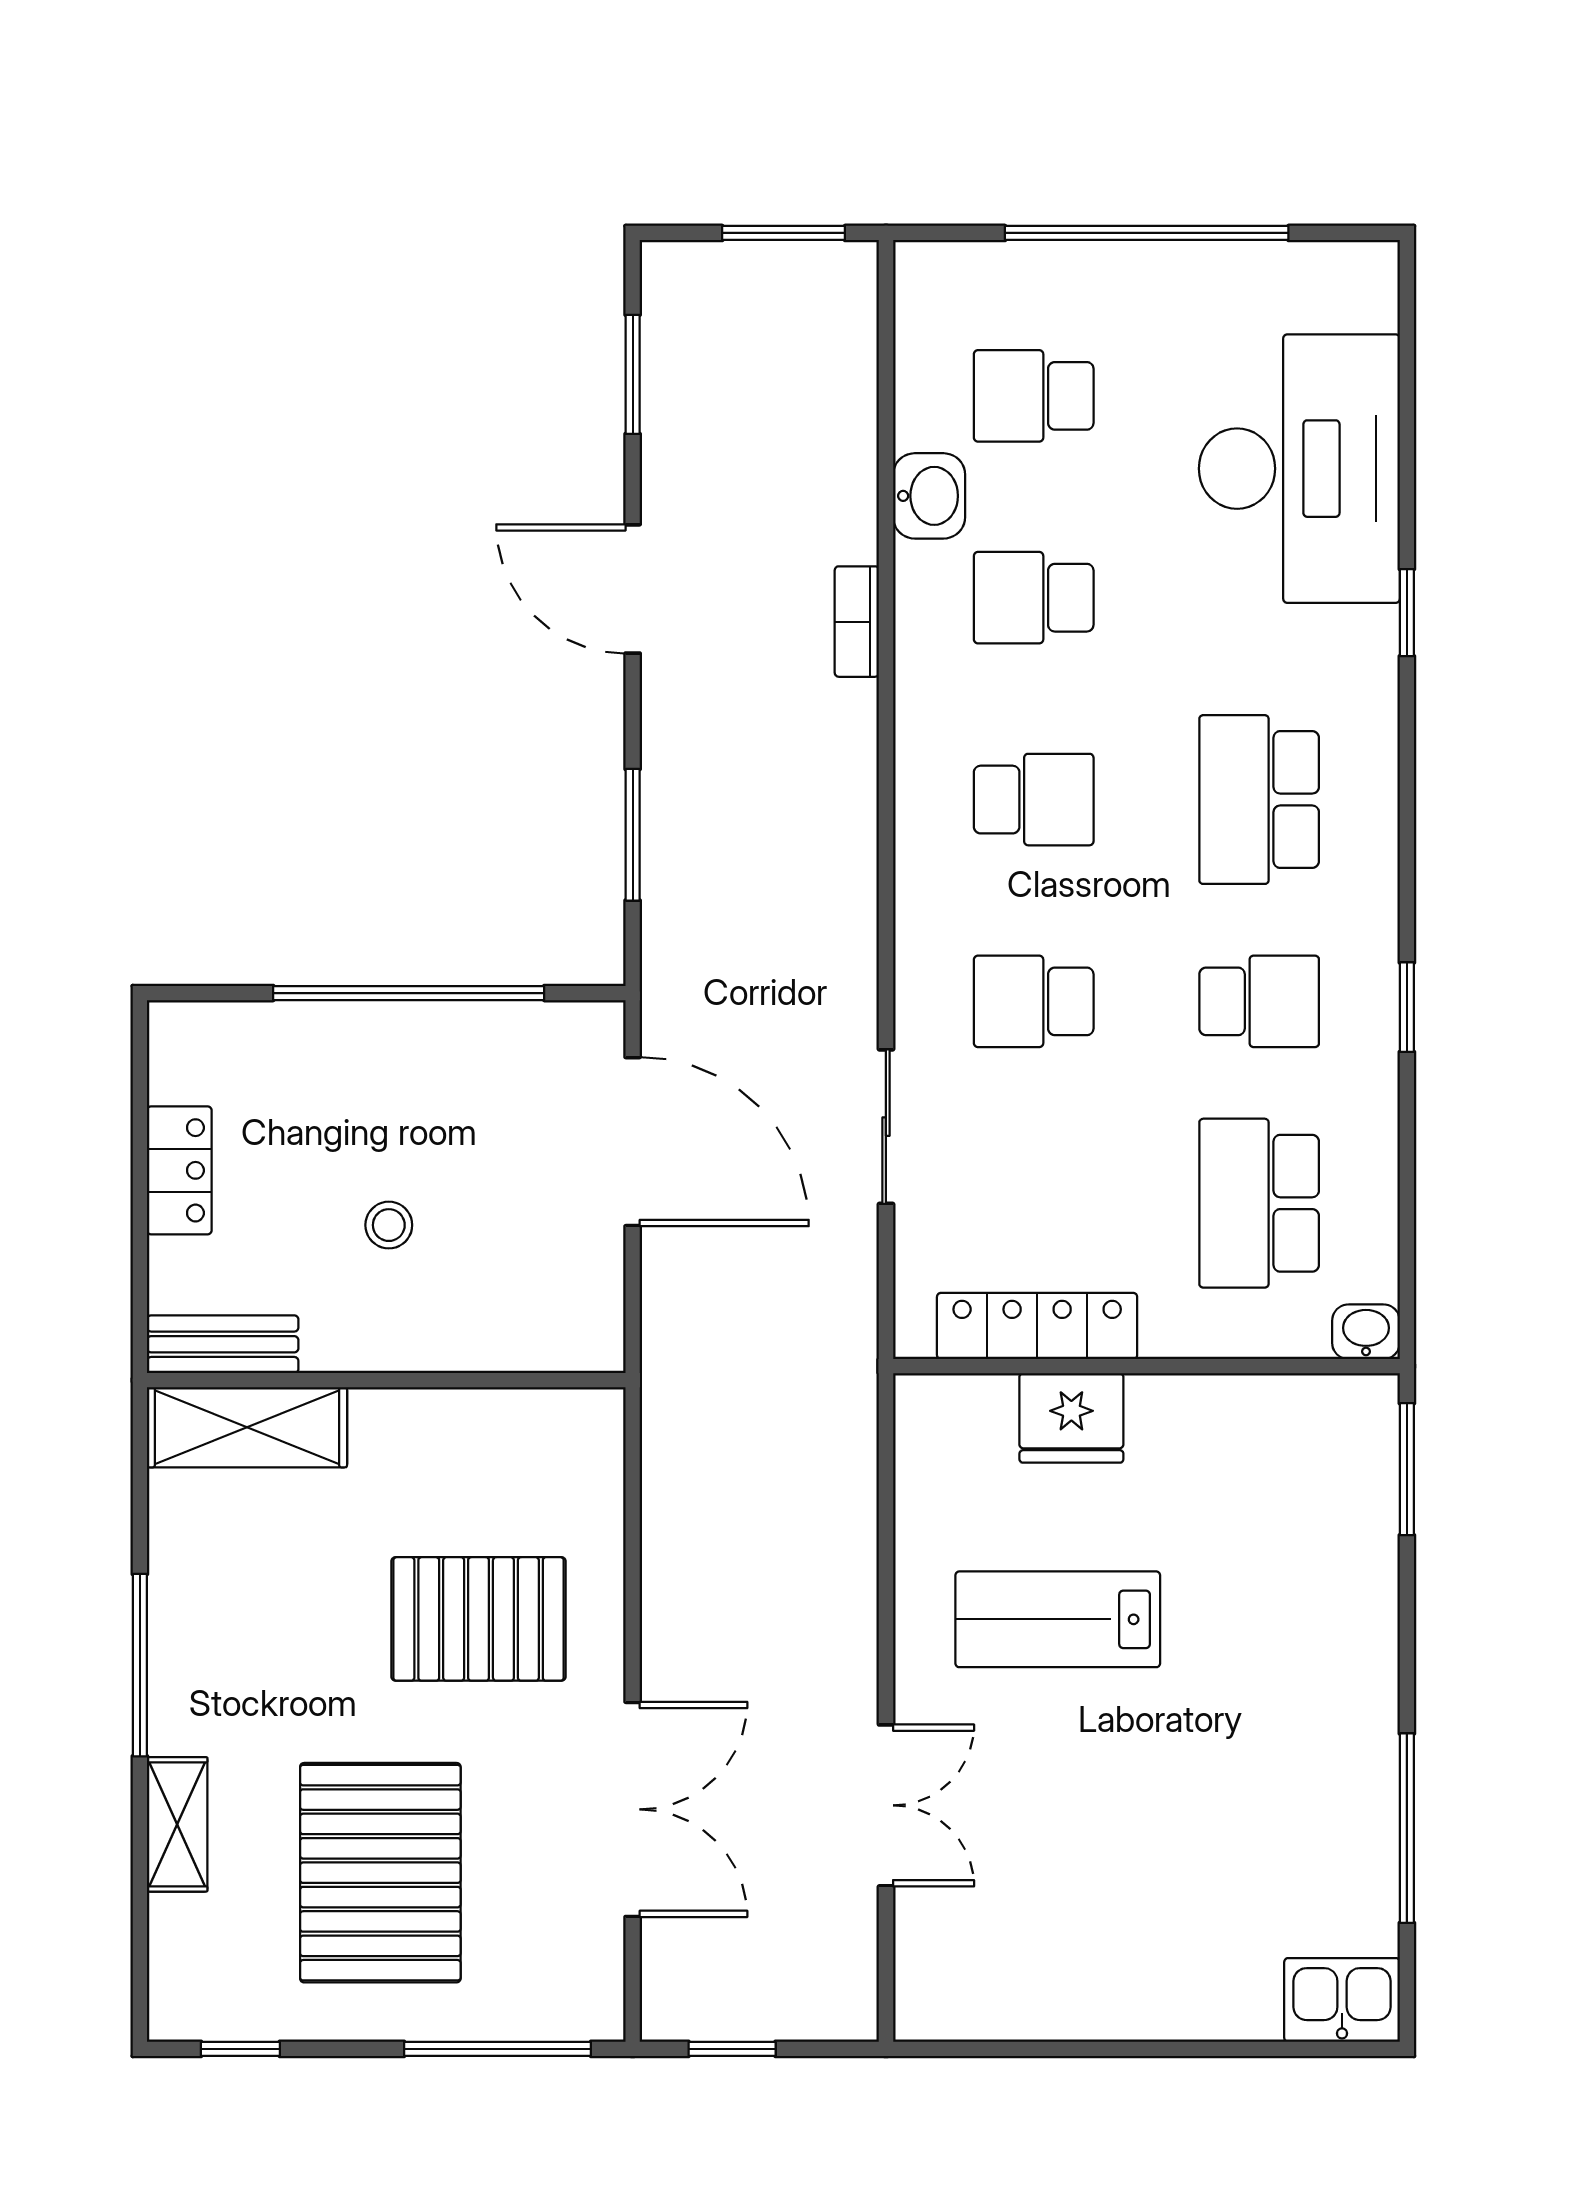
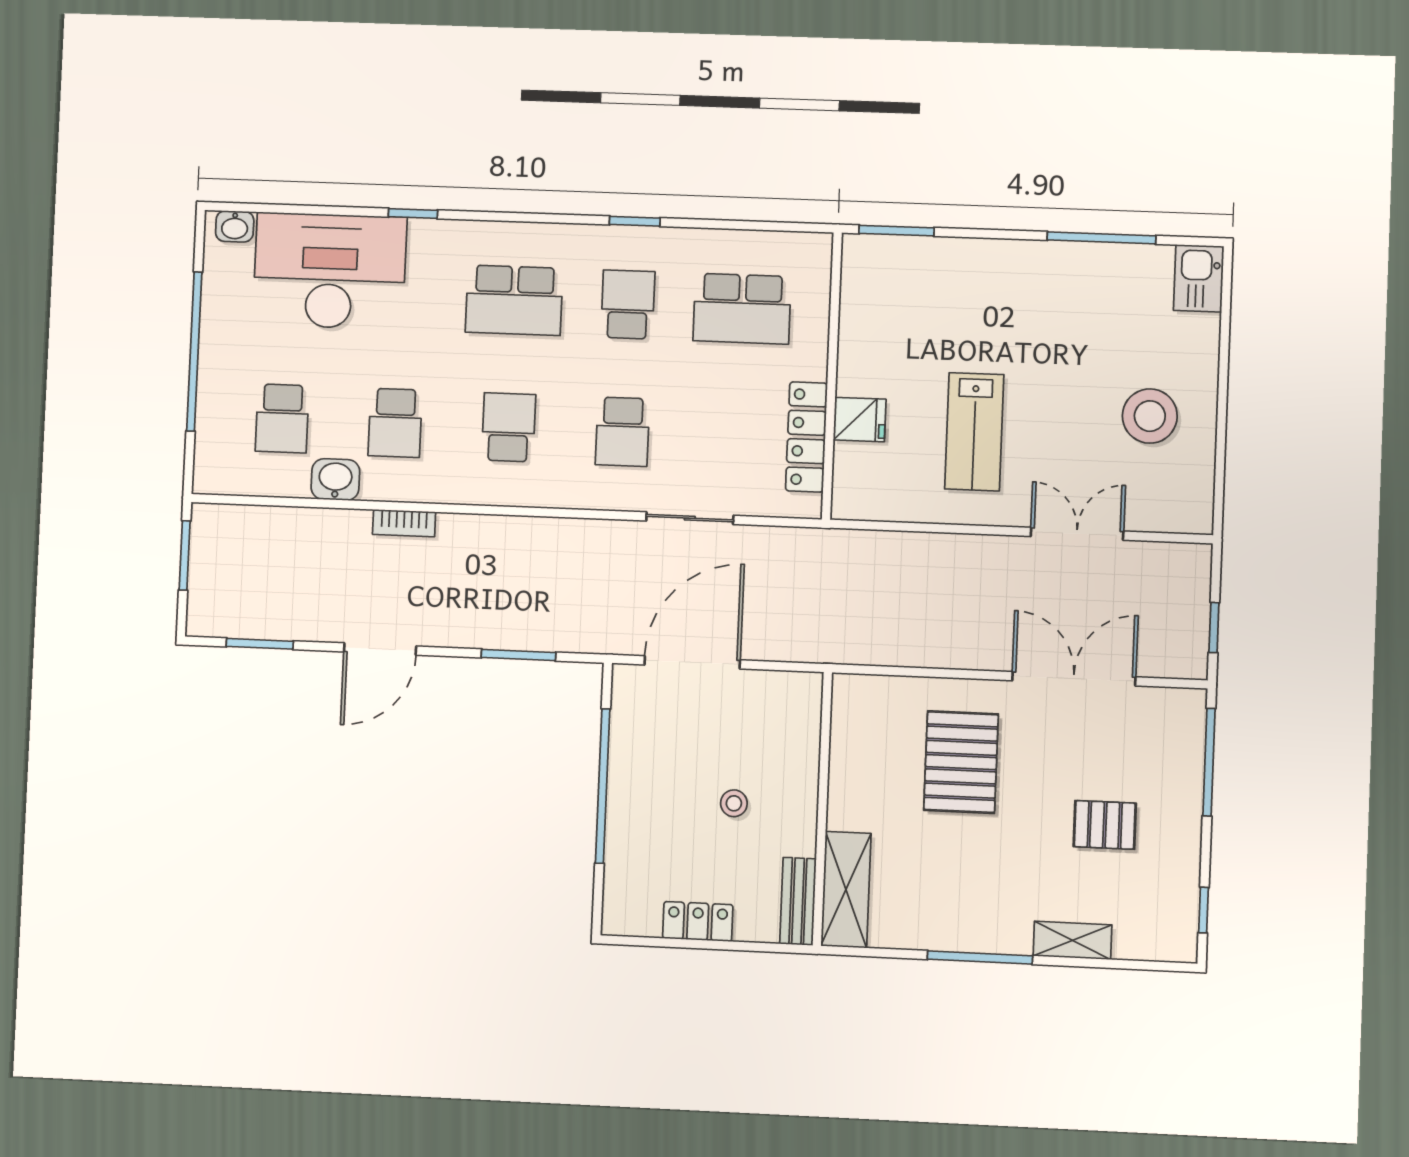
washbasin: (1366, 1332) -> (235, 226), moved, turned -90
fridge: (1071, 1418) -> (860, 420), width x0.72
pallet: (380, 1873) -> (1105, 825), width x0.49, depth x0.50
stool: (1097, 1924) -> (1150, 416), added

